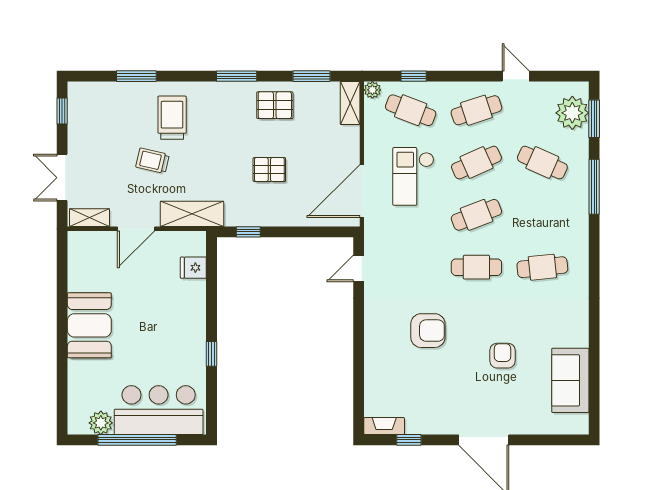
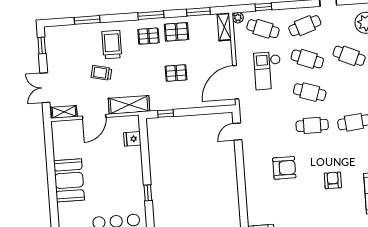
pallet: (230, 109) -> (148, 36), added
cafe table: (476, 163) -> (307, 59), turned 45
cafe table: (476, 215) -> (310, 92), turned 39

